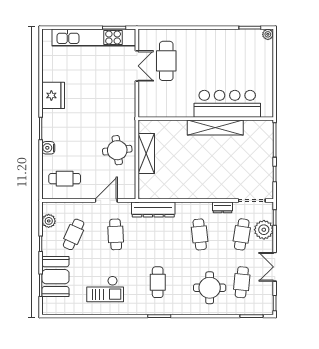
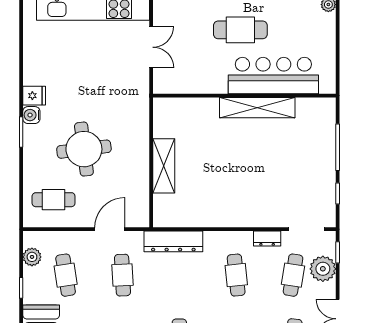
cafe table: (166, 61) -> (240, 30), moved, turned 90
fridge: (53, 95) -> (34, 96), width x0.53, depth x0.75
bar counter: (227, 104) -> (273, 76), moved
wall: (206, 119) -> (244, 96), moved
shelving: (215, 127) -> (257, 108), moved
water cooler: (48, 148) -> (31, 115), moved
round table: (117, 150) -> (84, 149), moved, width x1.36, depth x1.36
cafe table: (74, 234) -> (66, 275), turned -33

